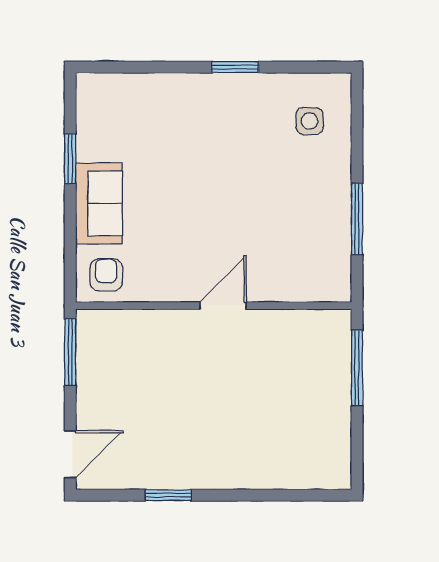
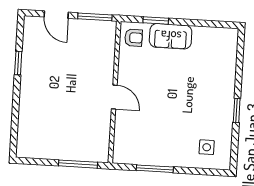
window: (70, 159) -> (156, 20), moved
door: (70, 454) -> (56, 15), moved

